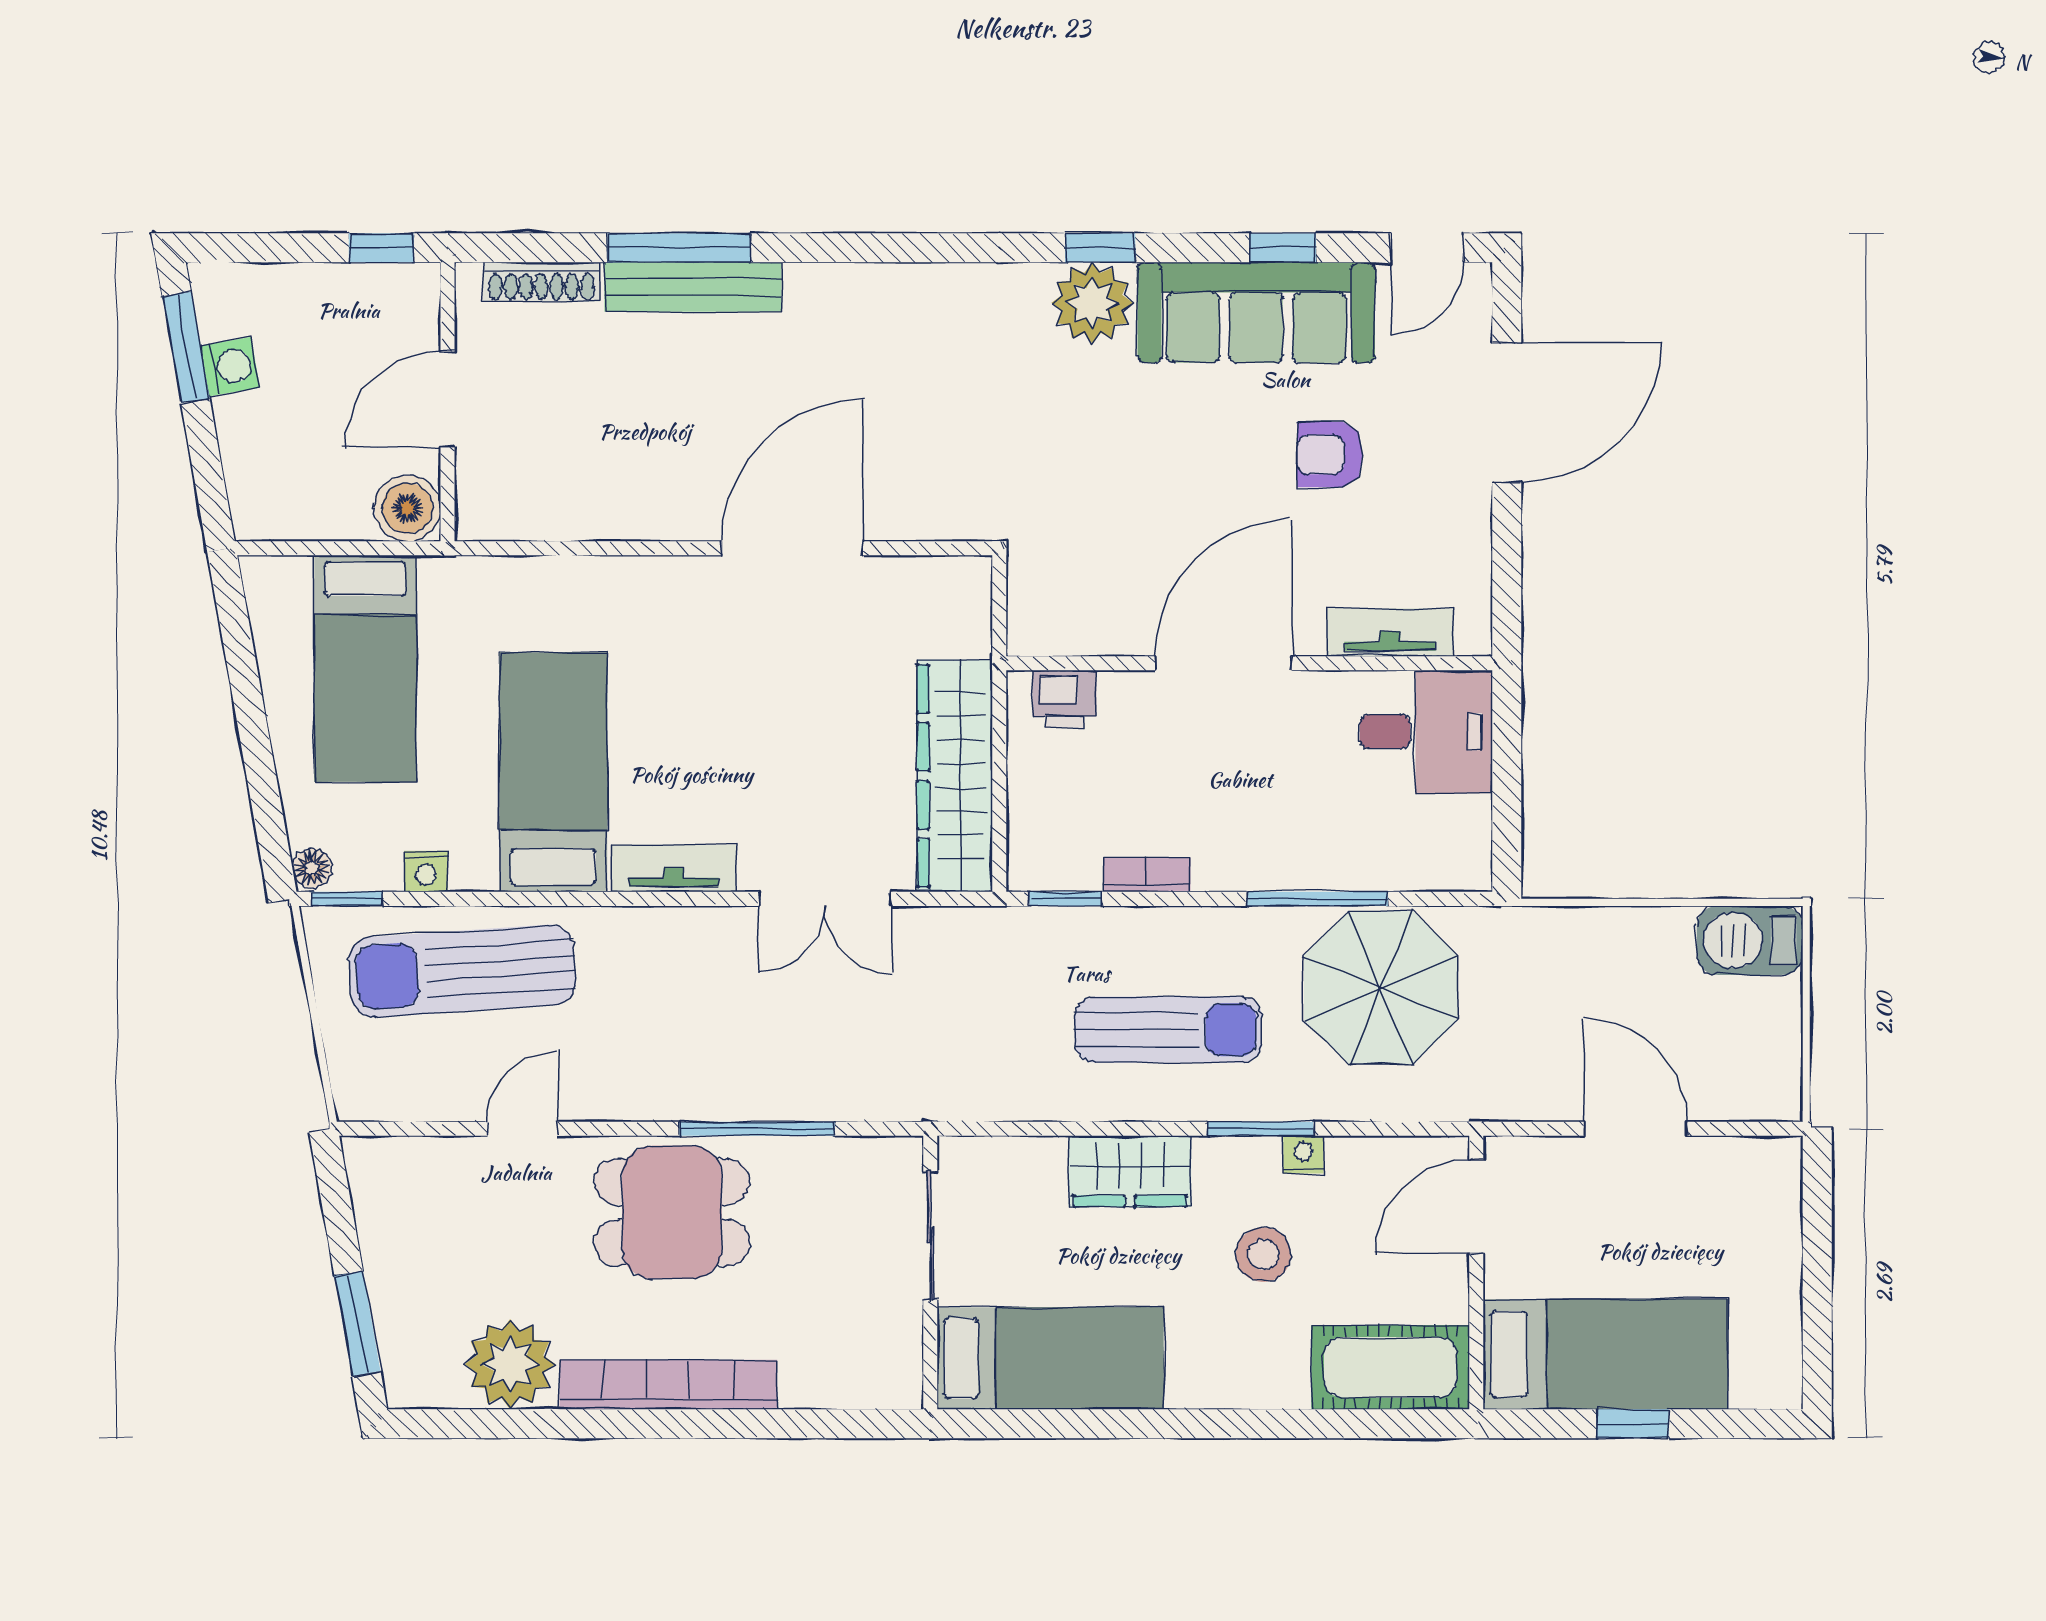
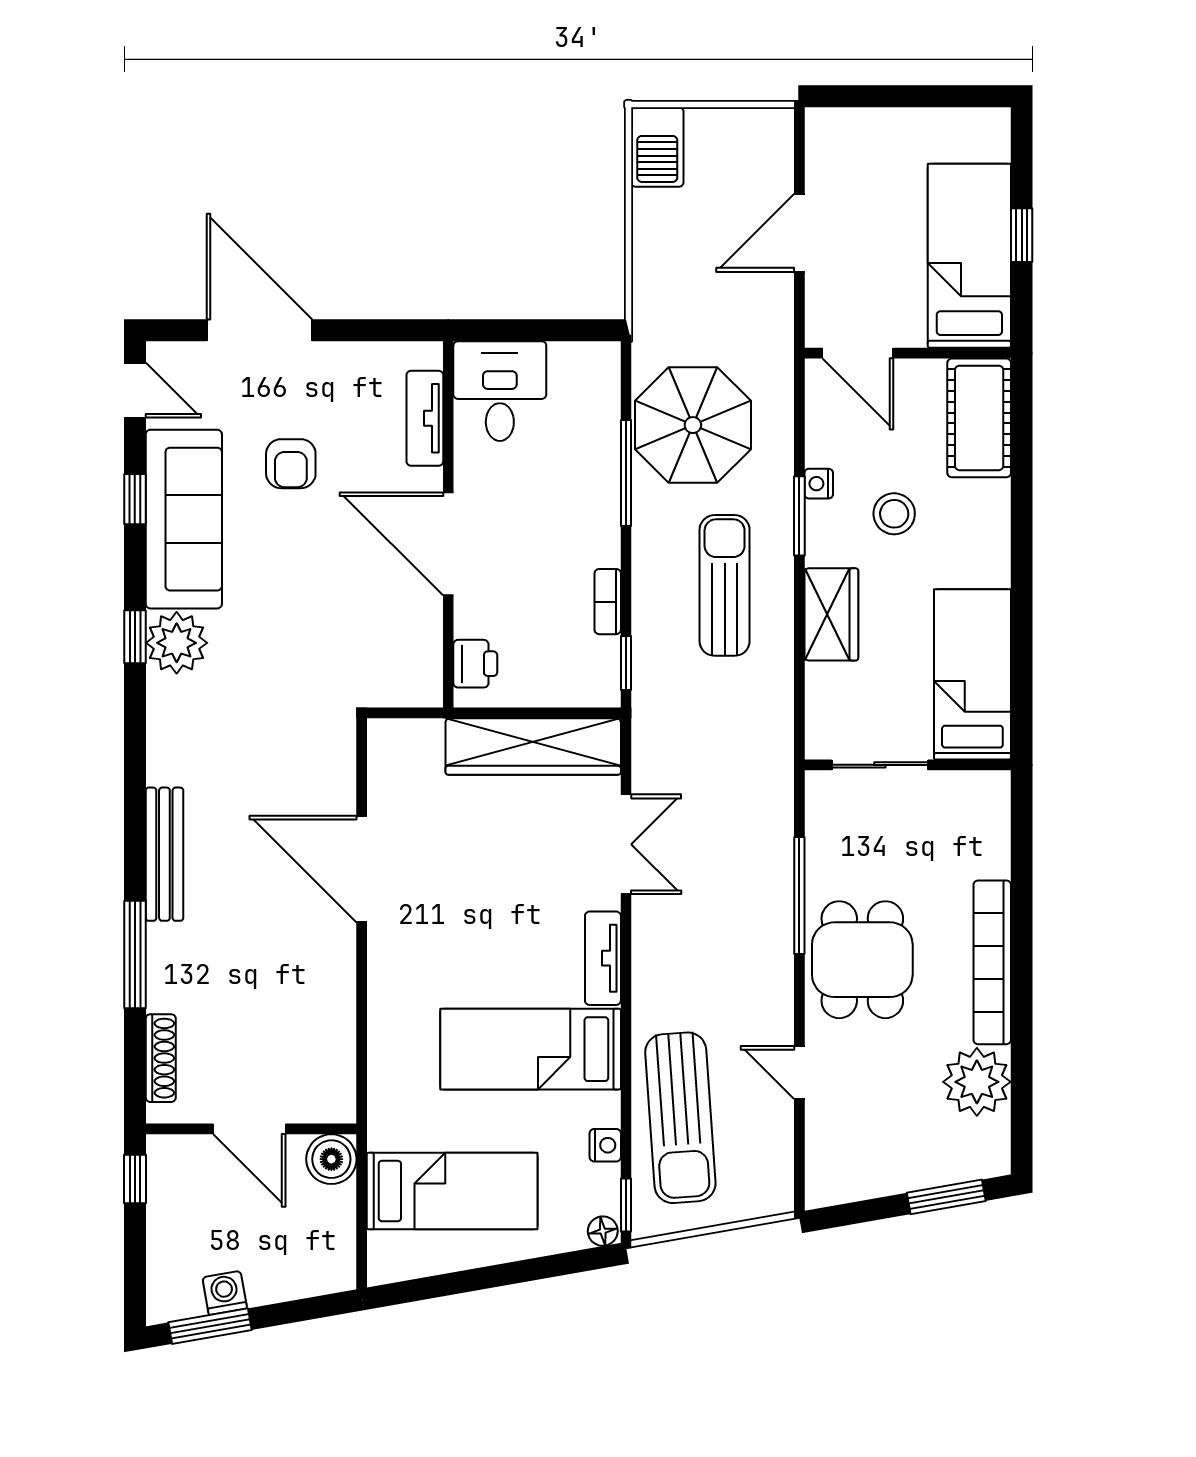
bench: (693, 287) -> (164, 854), moved

